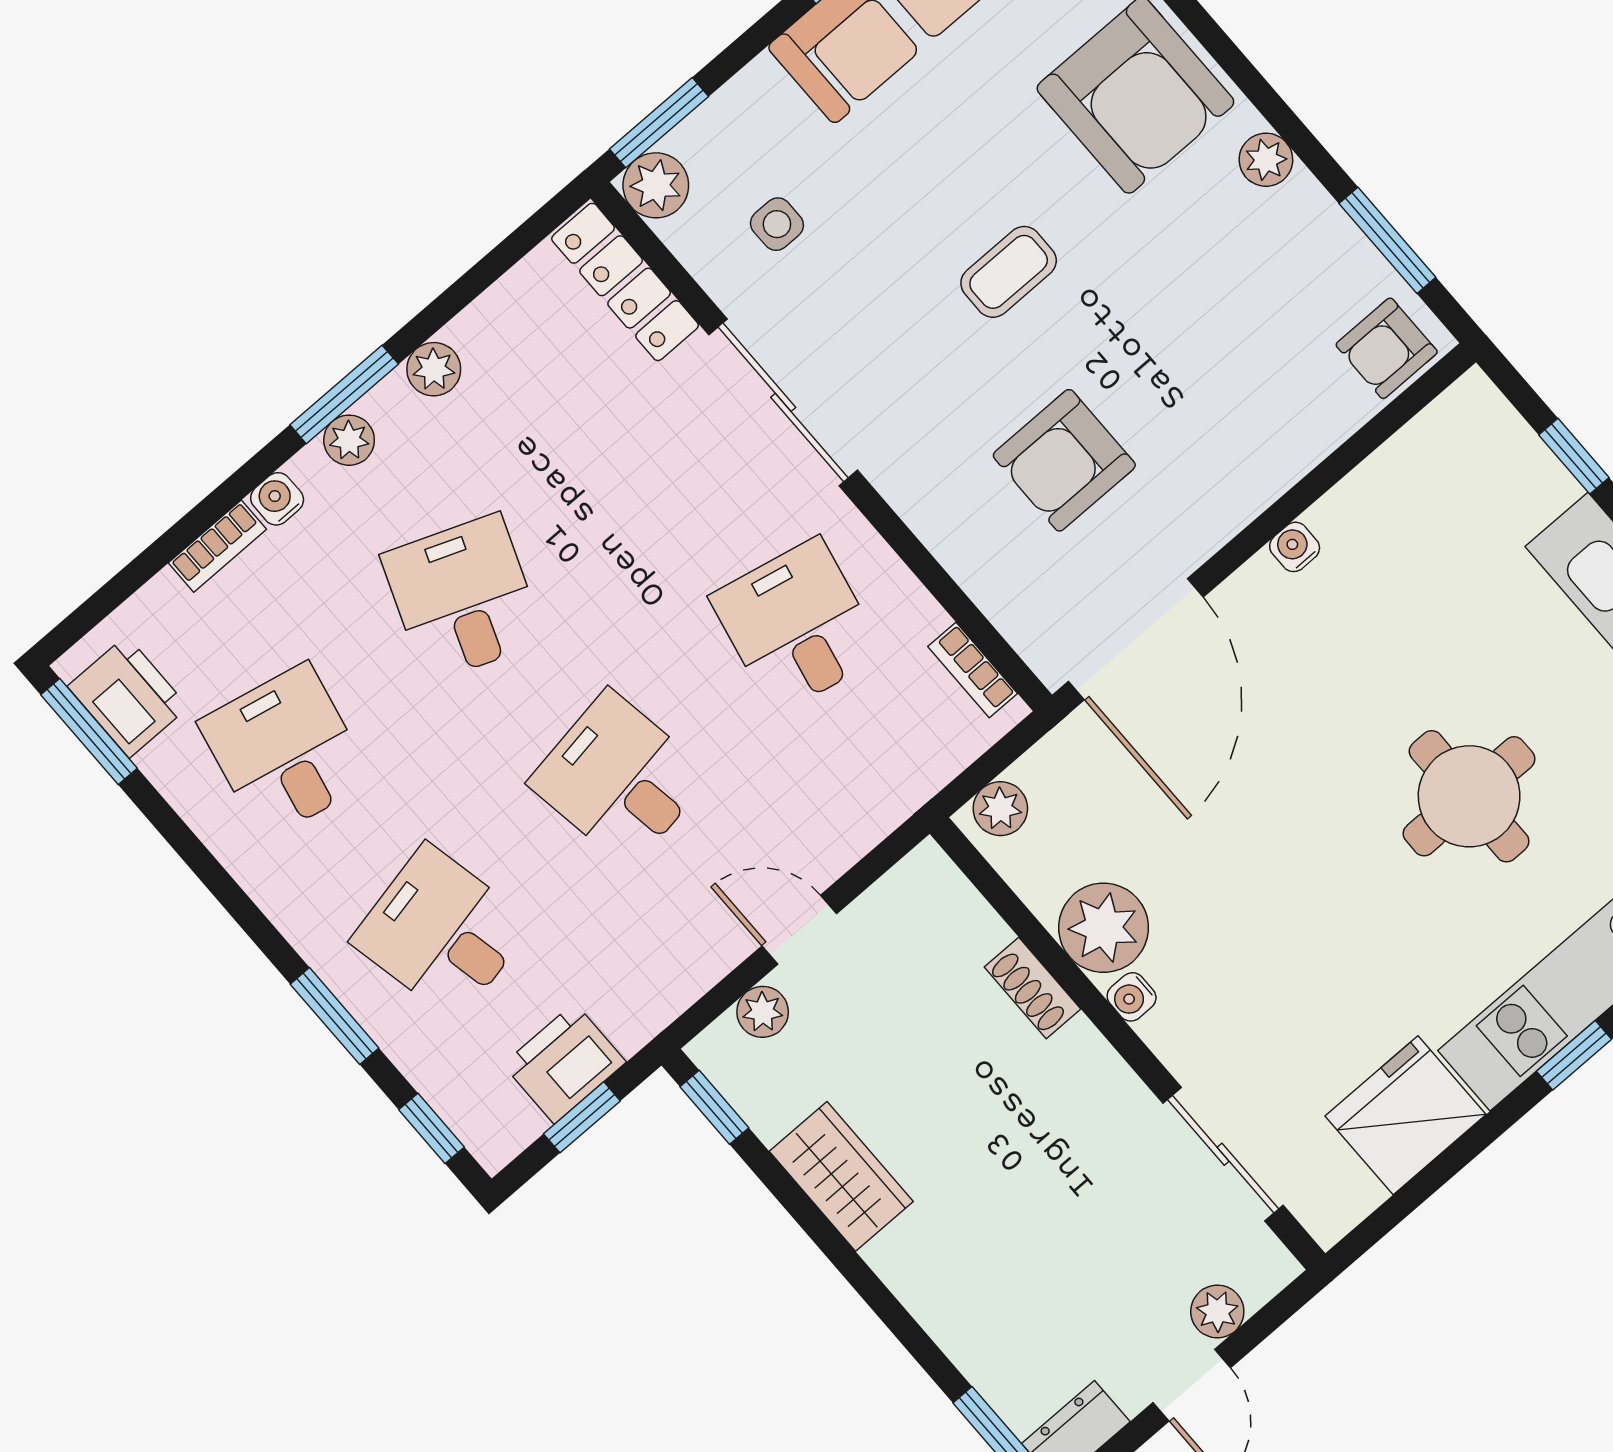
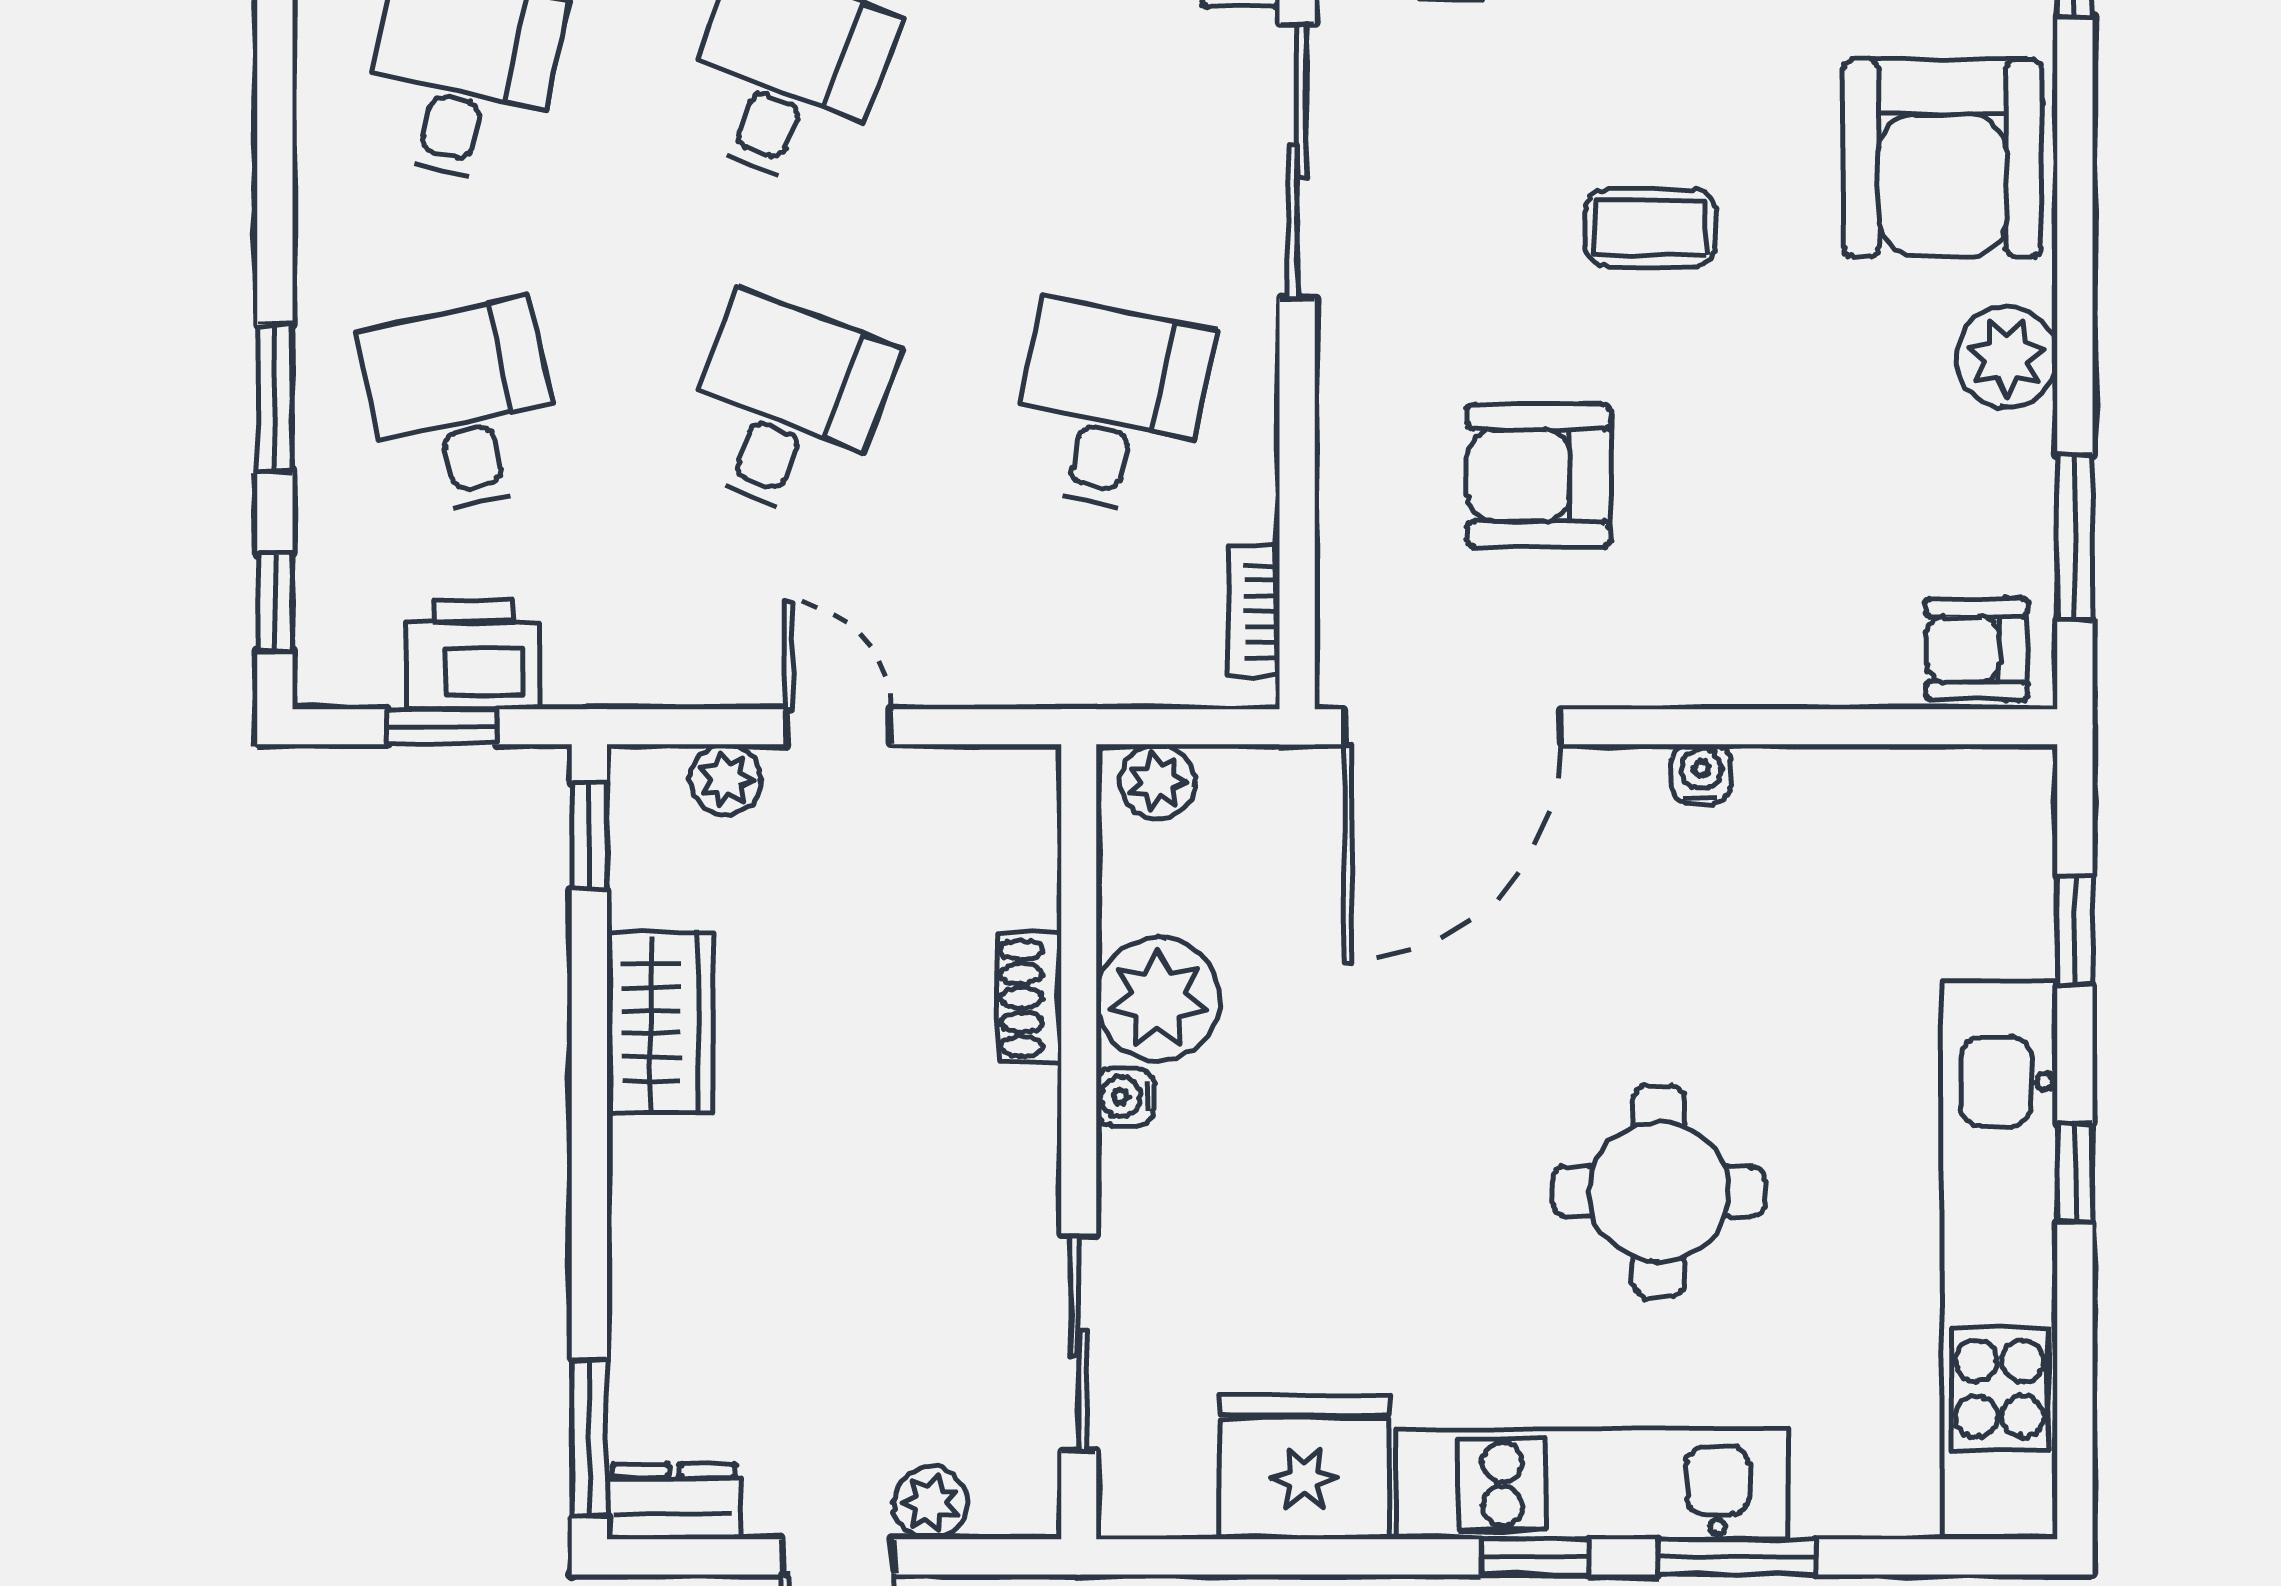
plant: (1266, 160) -> (2007, 357), width x1.38, depth x1.38
desk: (619, 779) -> (786, 407), turned 30

